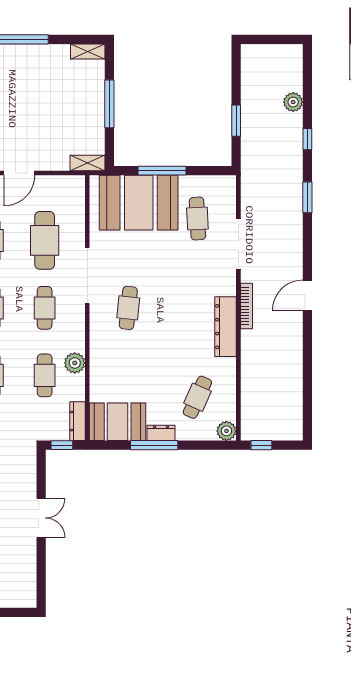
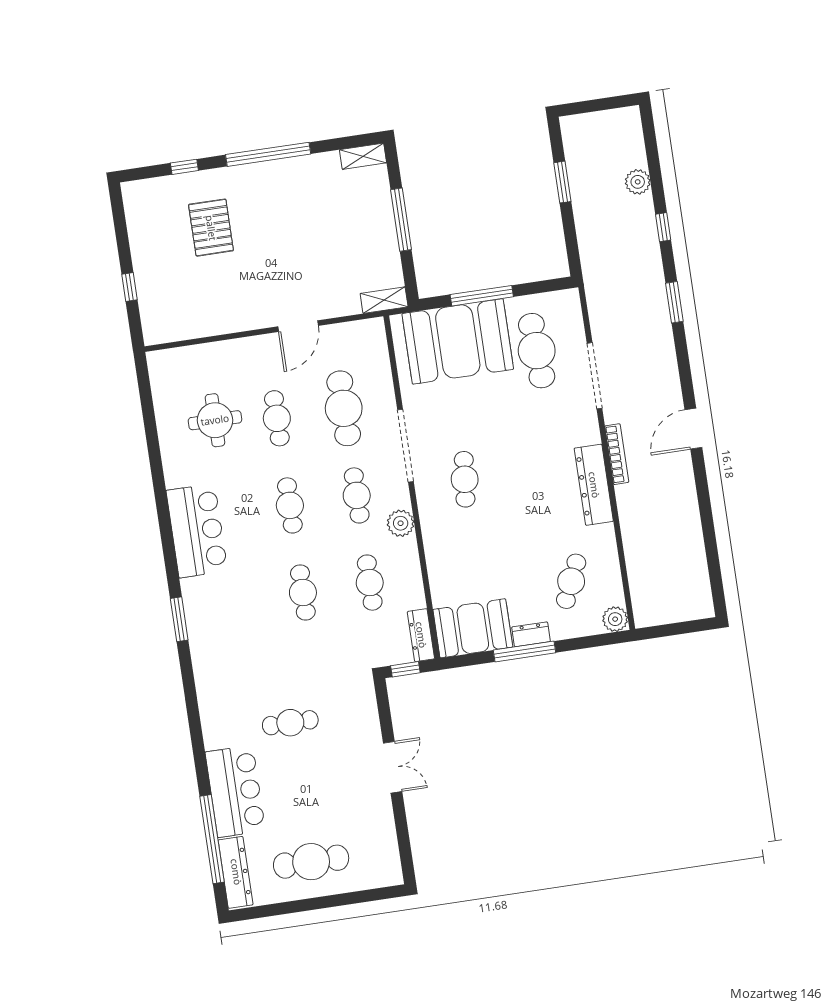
window: (236, 121) -> (562, 182), moved
cafe table: (197, 219) -> (537, 351), width x1.37, depth x1.35
plant: (75, 363) -> (401, 523), moved
window: (261, 445) -> (663, 631), removed

